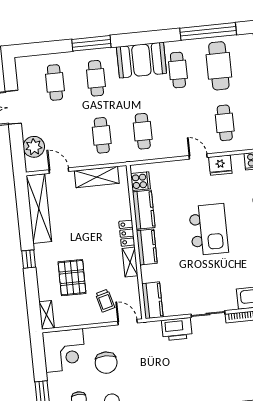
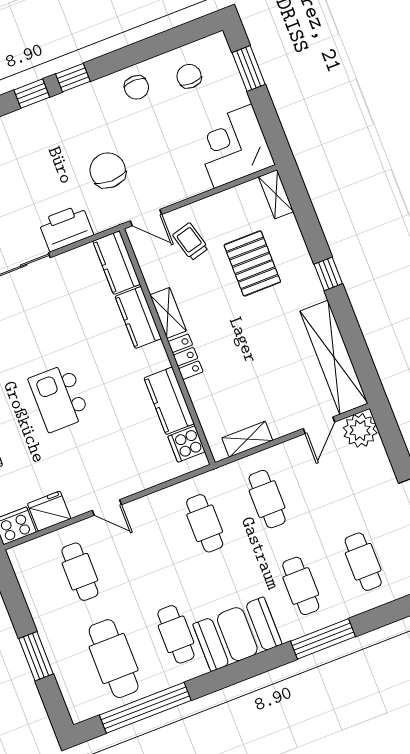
plant: (34, 147) -> (360, 430), moved
fridge: (220, 165) -> (49, 511), moved
door: (59, 171) -> (319, 425), hinge flipped
shelving: (97, 177) -> (247, 439), width x0.67, depth x0.75
kitchen island: (209, 229) -> (59, 398), width x0.73, depth x0.78
kitchen counter: (147, 247) -> (138, 317), moved
chair: (106, 363) -> (108, 170), moved

